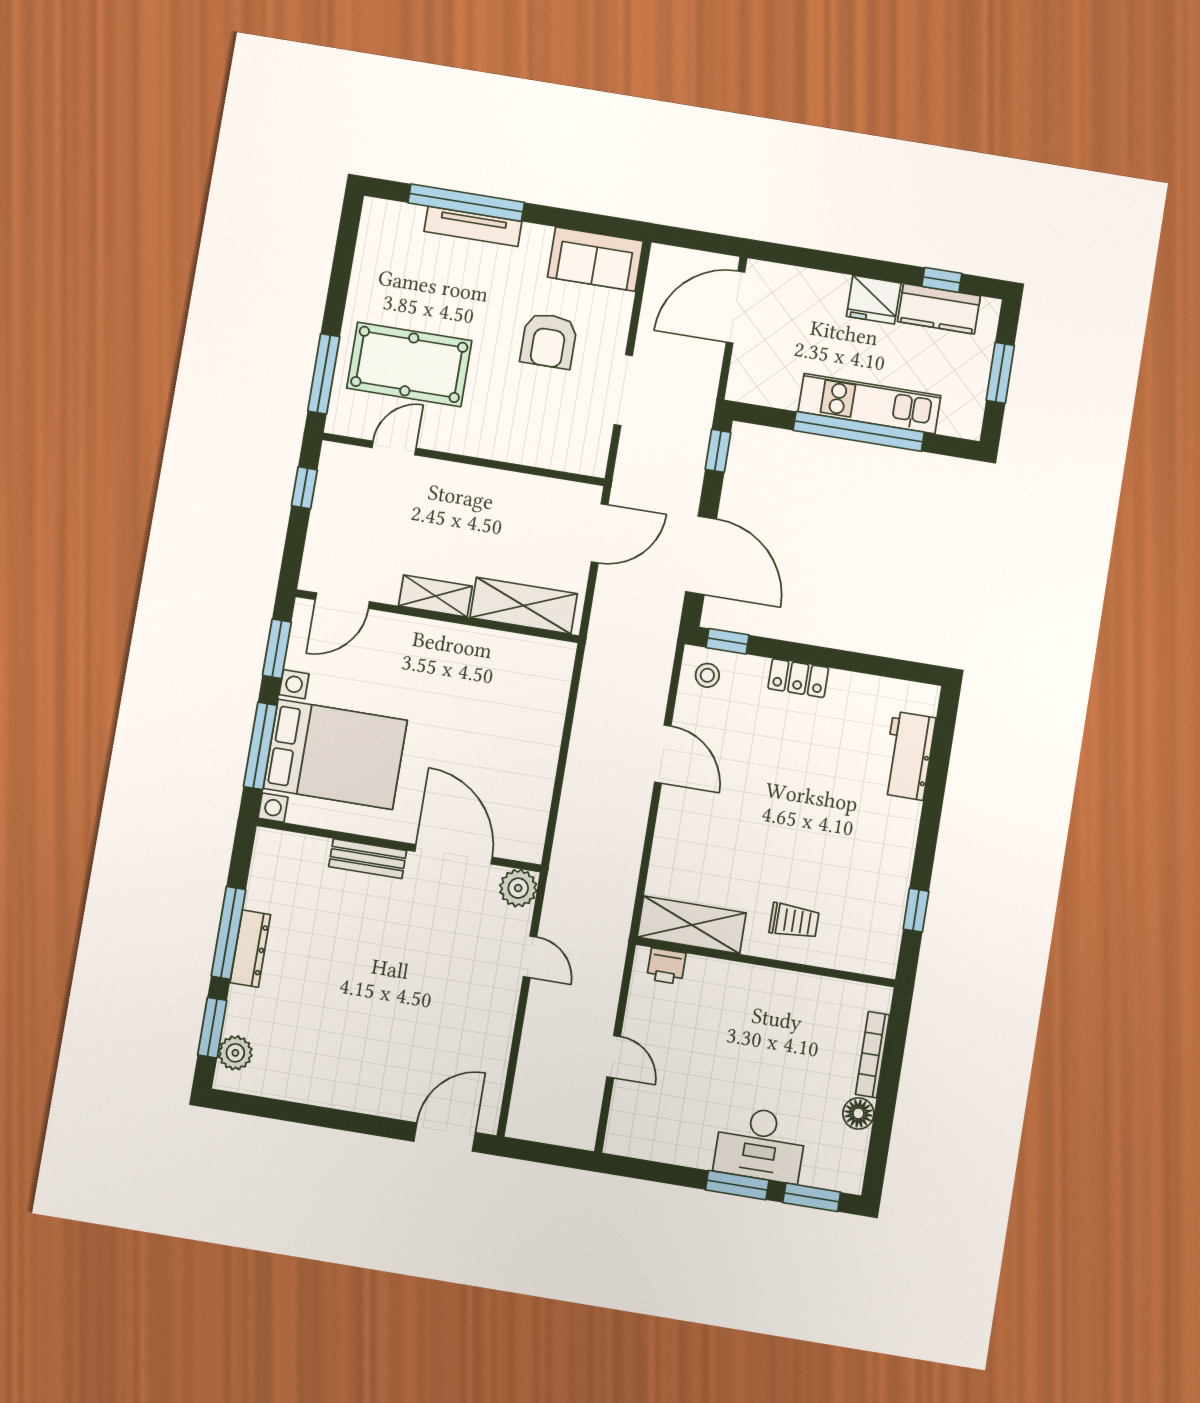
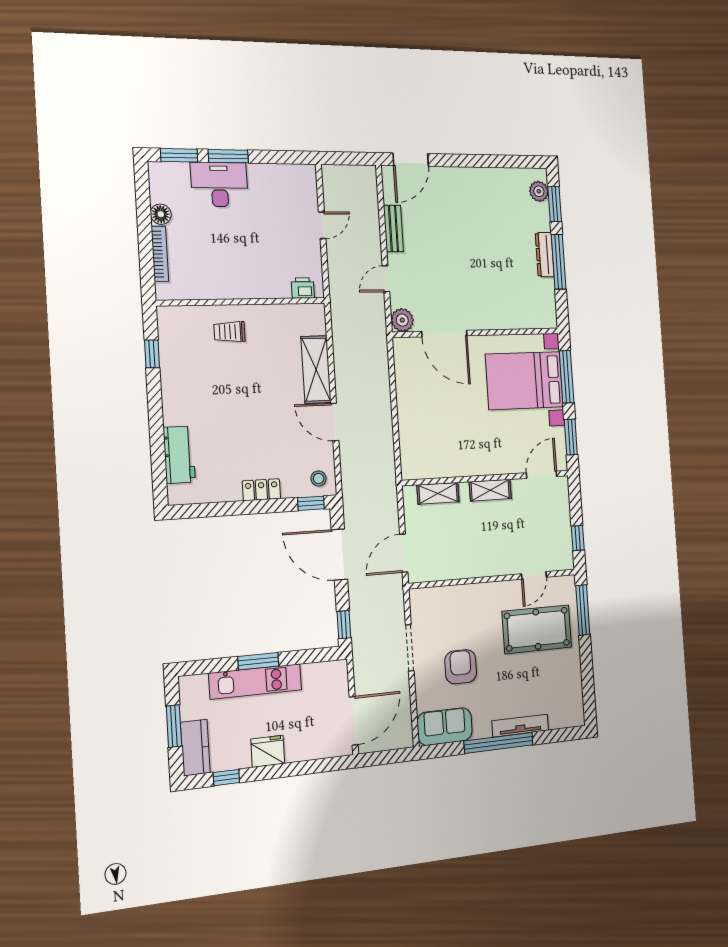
window: (466, 203) -> (499, 743), moved
kitchen counter: (939, 309) -> (195, 748), moved, turned 90
window: (859, 431) -> (258, 661), width x0.47
shelving: (524, 606) -> (438, 493), width x0.67, depth x0.75
bench: (368, 859) -> (393, 229), moved, turned 90
shelving: (692, 925) -> (316, 370), moved, turned 90
door: (530, 957) -> (386, 279), hinge flipped
door: (614, 1057) -> (322, 225), swing flipped

